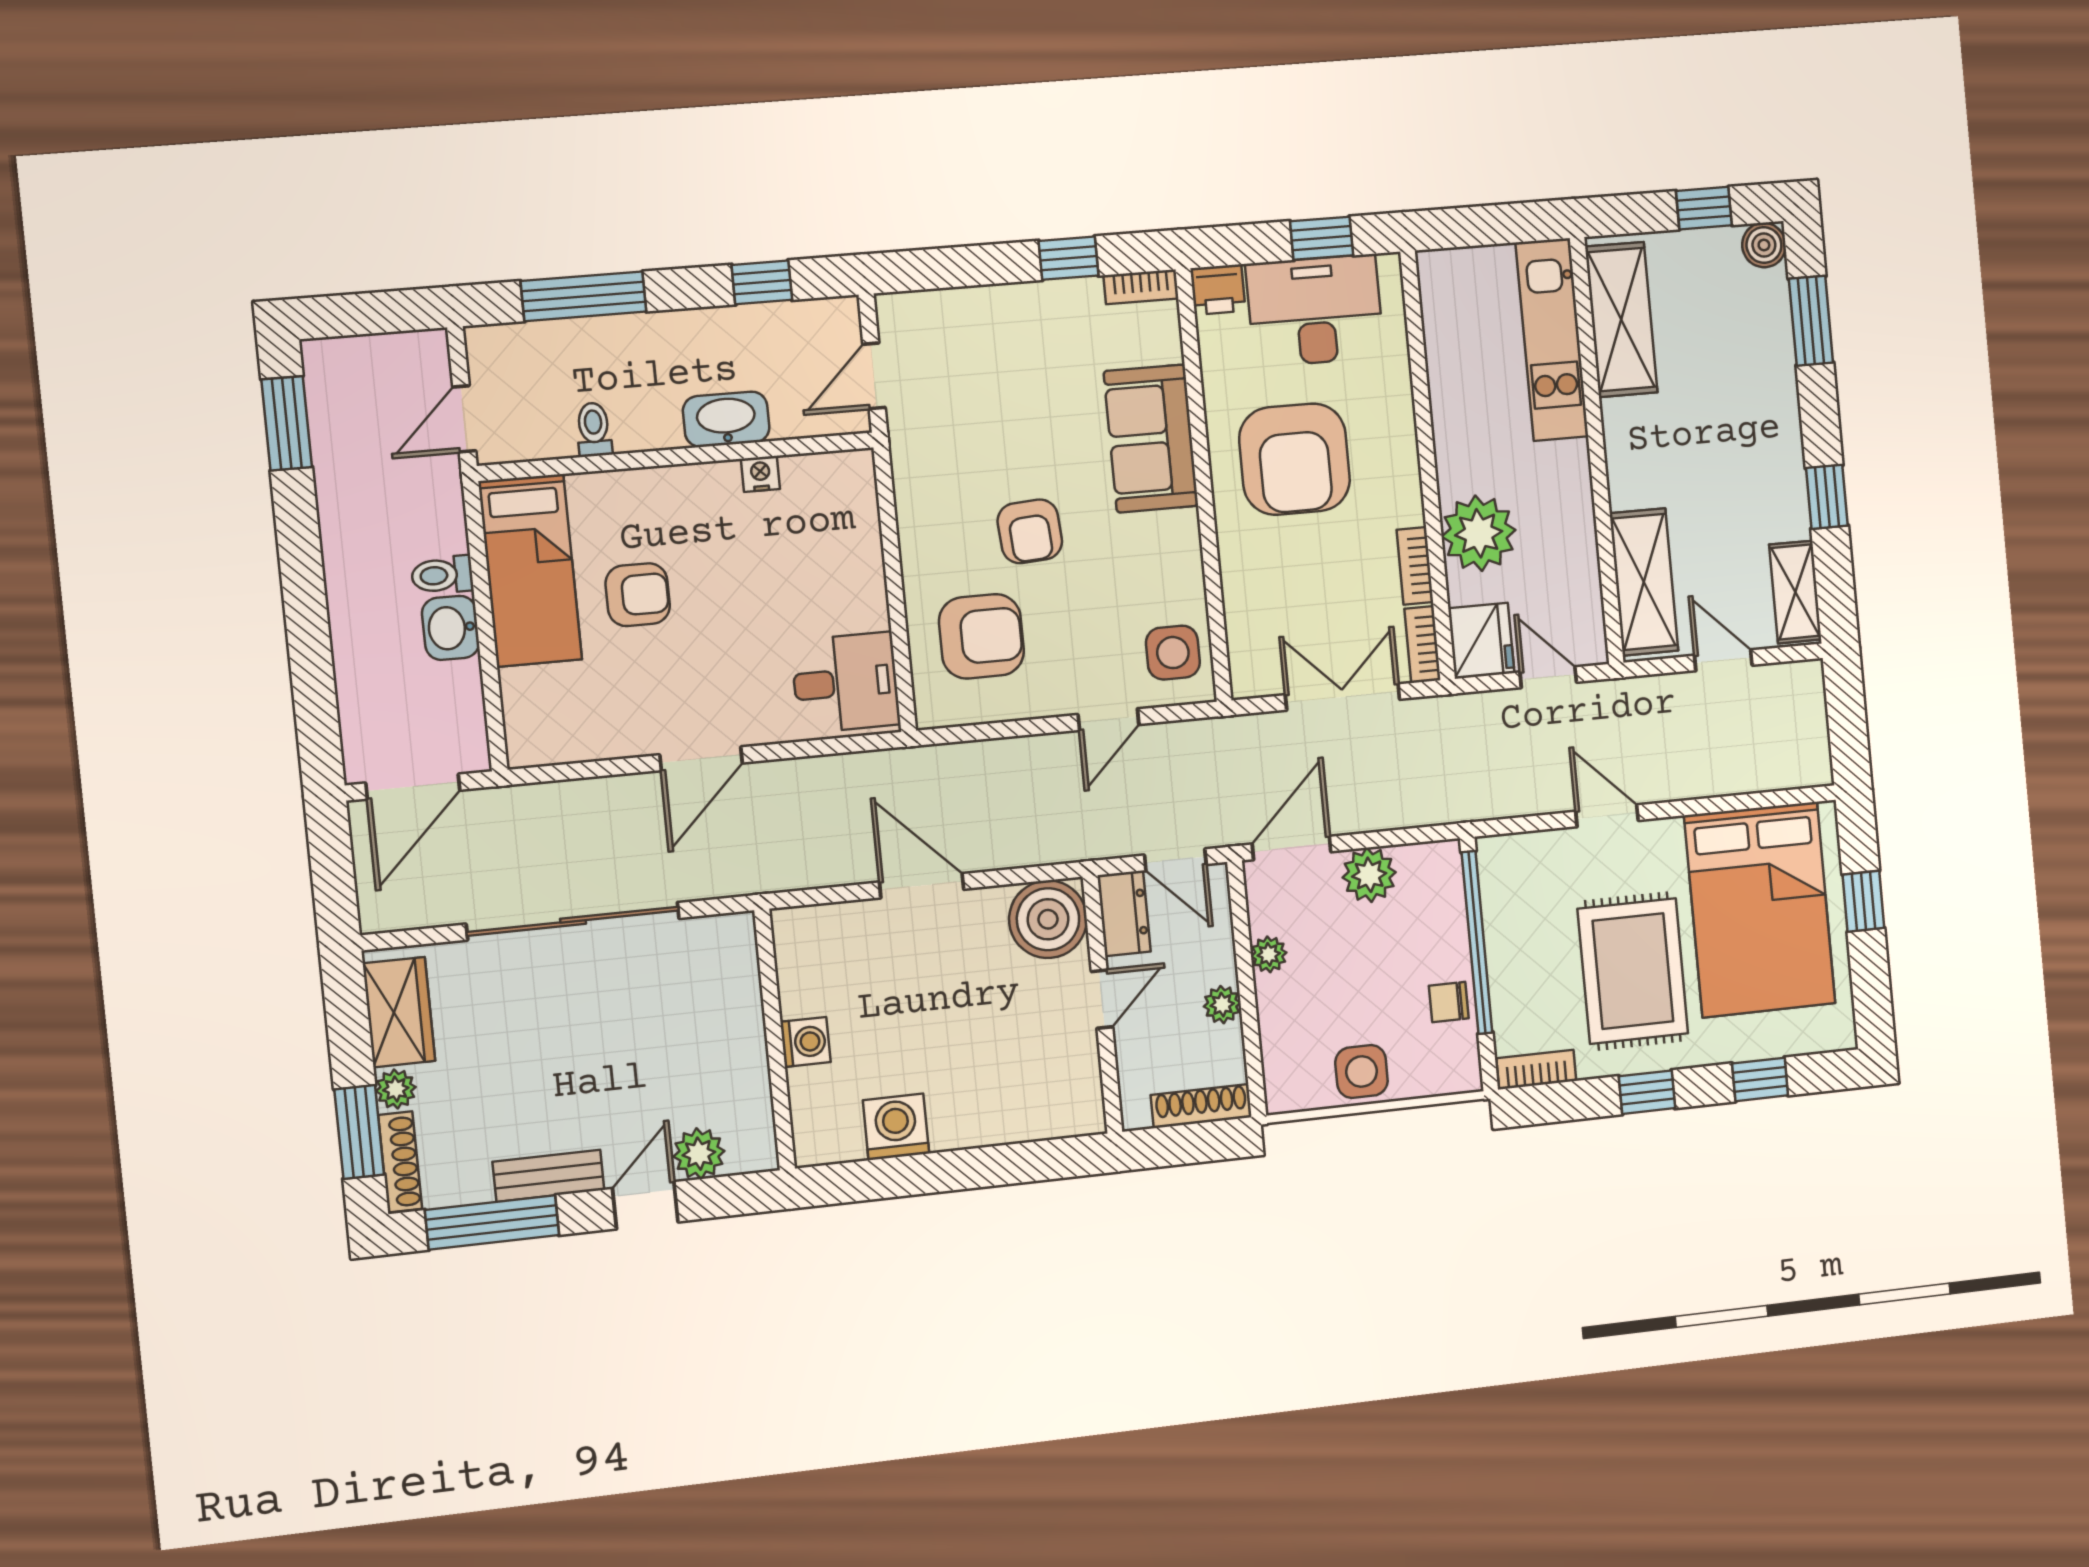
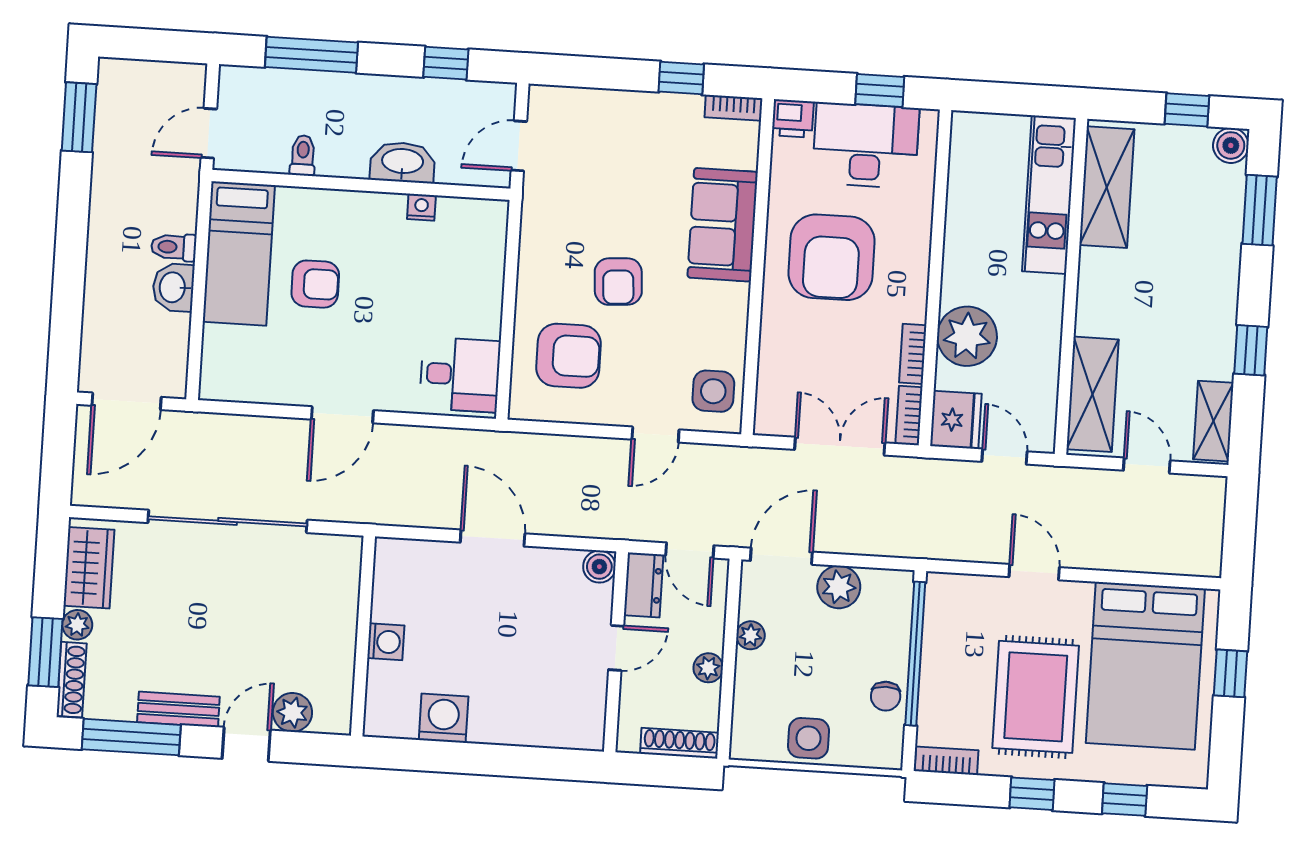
boiler: (1048, 919) -> (599, 567), width x0.54, depth x0.54
chair: (1449, 1002) -> (886, 696), turned -90

